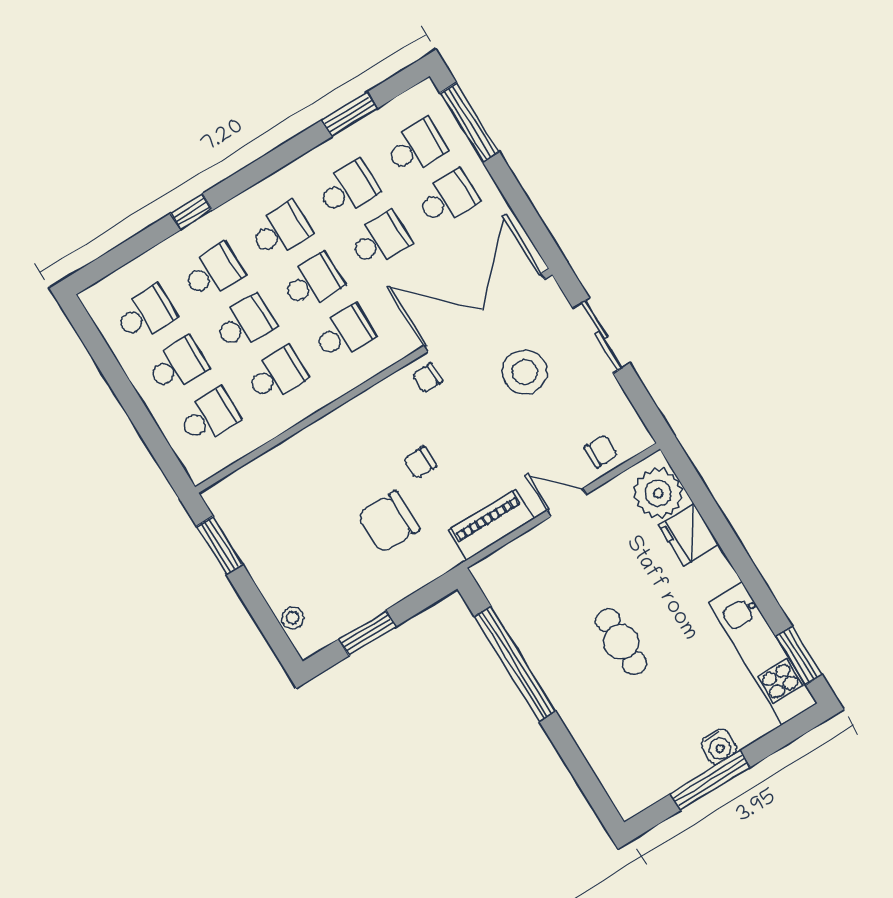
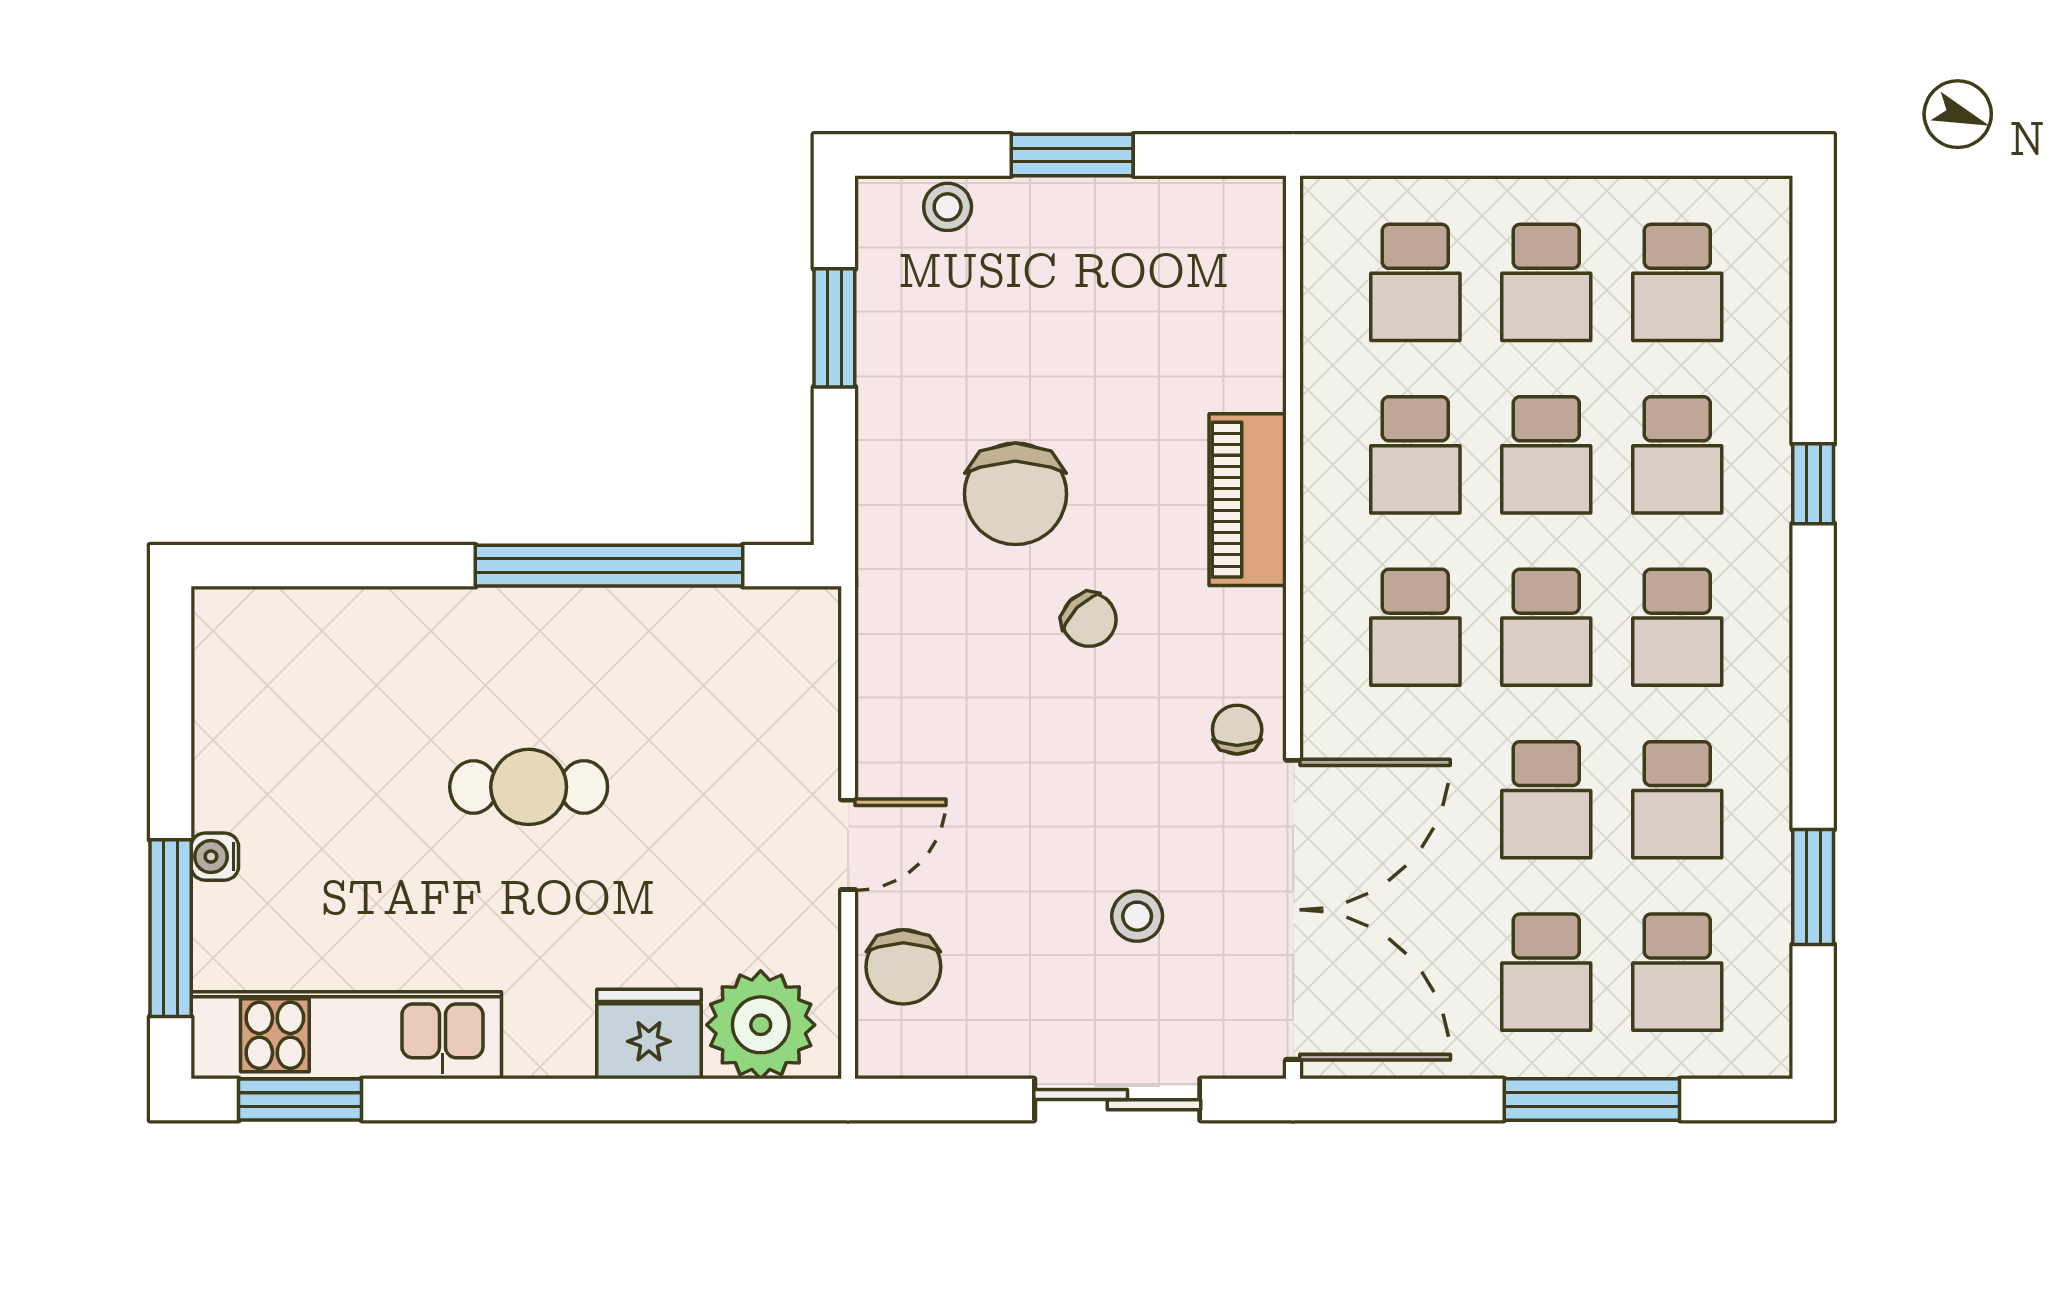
window: (470, 122) -> (1592, 1100), moved
stool: (525, 372) -> (1137, 916), width x0.53, depth x0.53
chair: (601, 451) -> (903, 967), width x1.37, depth x1.37
chair: (420, 463) -> (1089, 620), turned 135
chair: (389, 522) -> (1015, 494), turned 180
piano: (491, 525) -> (1248, 500), moved, turned 180
window: (220, 545) -> (1072, 155), moved
water cooler: (719, 746) -> (215, 857), width x0.72, depth x0.72
window: (710, 781) -> (171, 928), moved

